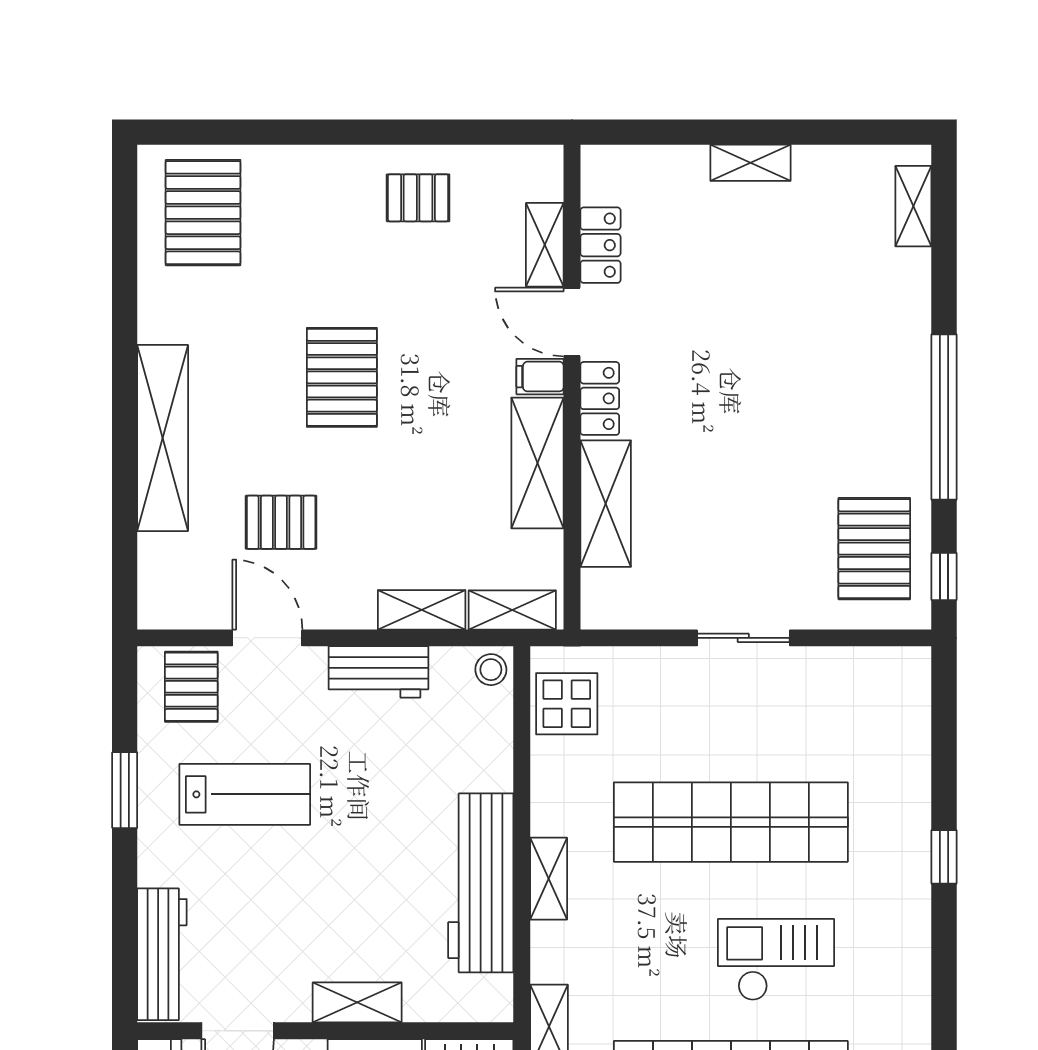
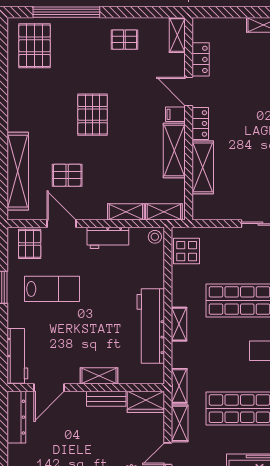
window: (279, 132) -> (66, 12), added
shelving: (545, 245) -> (177, 35), moved
shelving: (163, 438) -> (18, 171), moved

